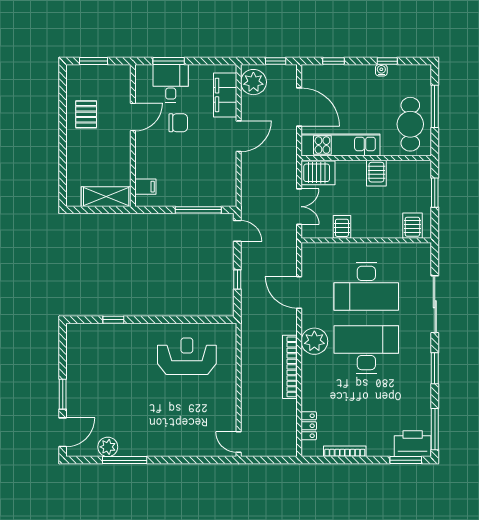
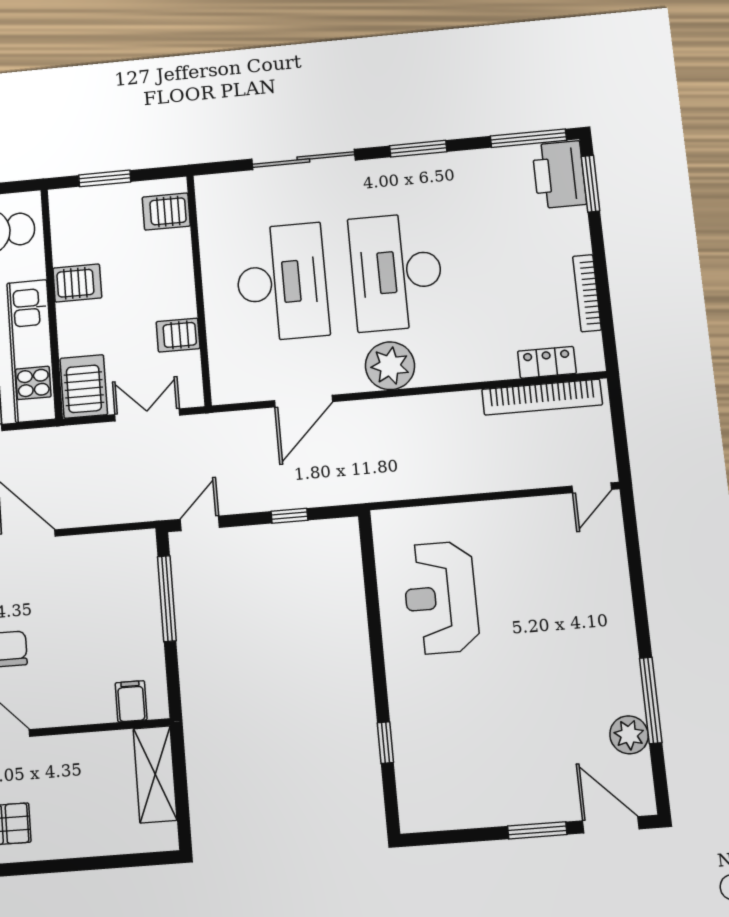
bookcase: (290, 367) -> (542, 397), moved

